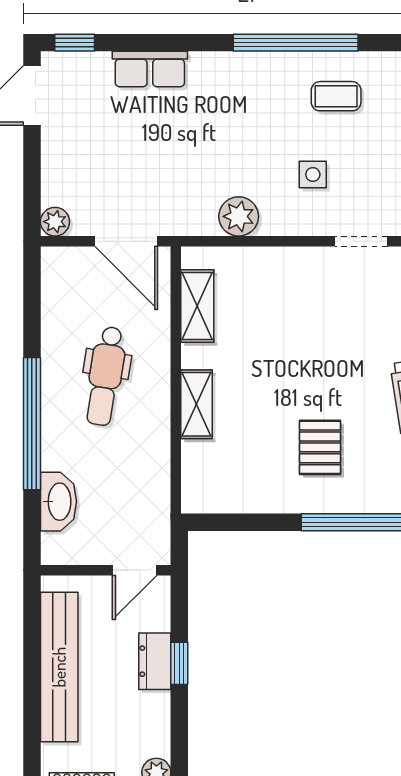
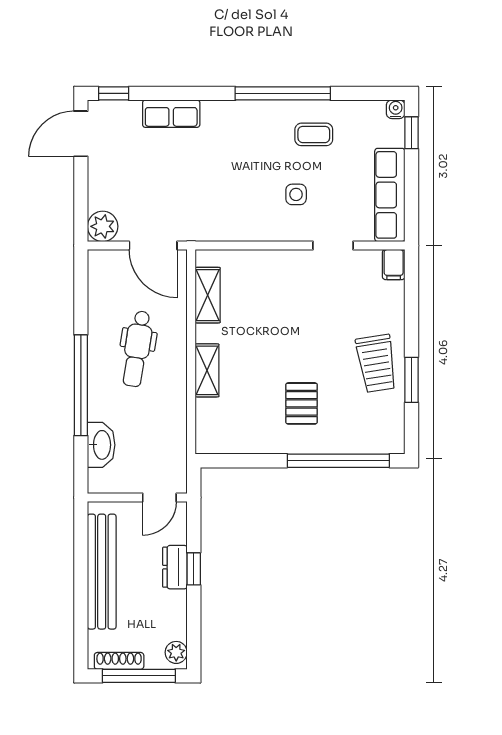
plant: (239, 216) -> (239, 227), removed
plant: (55, 222) -> (103, 226), width x1.38, depth x1.38

